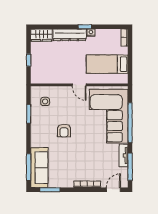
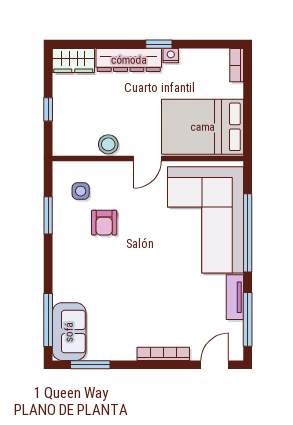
bed: (107, 64) -> (203, 127), width x1.50
stool: (59, 78) -> (108, 144), added
door: (79, 85) -> (147, 158), hinge flipped
armchair: (64, 131) -> (104, 223), moved
sofa: (39, 168) -> (69, 332), width x0.73

